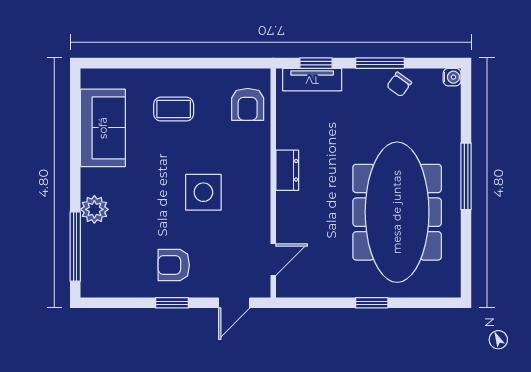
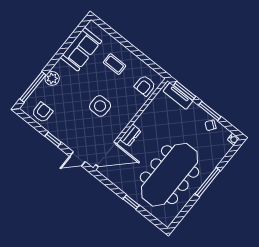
window: (316, 63) -> (185, 91), width x1.50
dresser: (287, 170) -> (131, 135), moved
door: (273, 260) -> (106, 154), width x1.87
armchair: (174, 265) -> (42, 112), moved, turned 90

